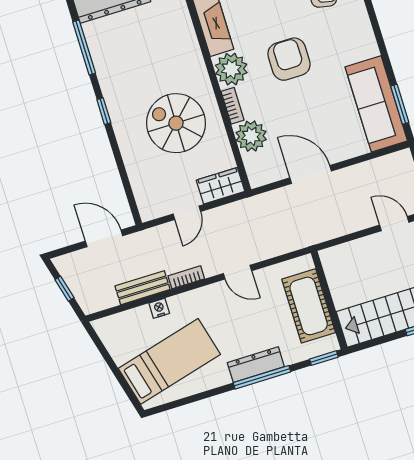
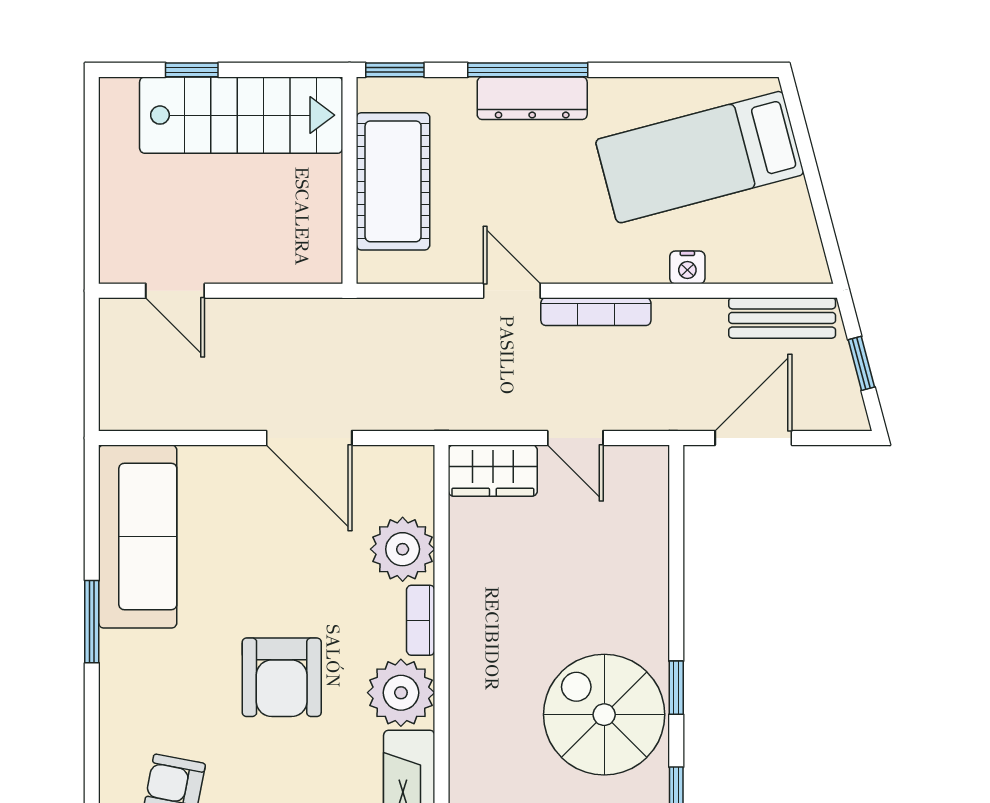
window: (400, 104) -> (92, 622), moved
spiral stairs: (176, 123) -> (604, 715), moved, turned 180
door: (187, 213) -> (575, 438), swing flipped
door: (104, 238) -> (753, 438), swing flipped
bookcase: (186, 277) -> (596, 312), width x1.56
bench: (143, 288) -> (782, 318), moved

